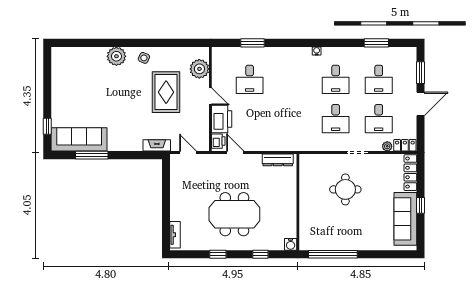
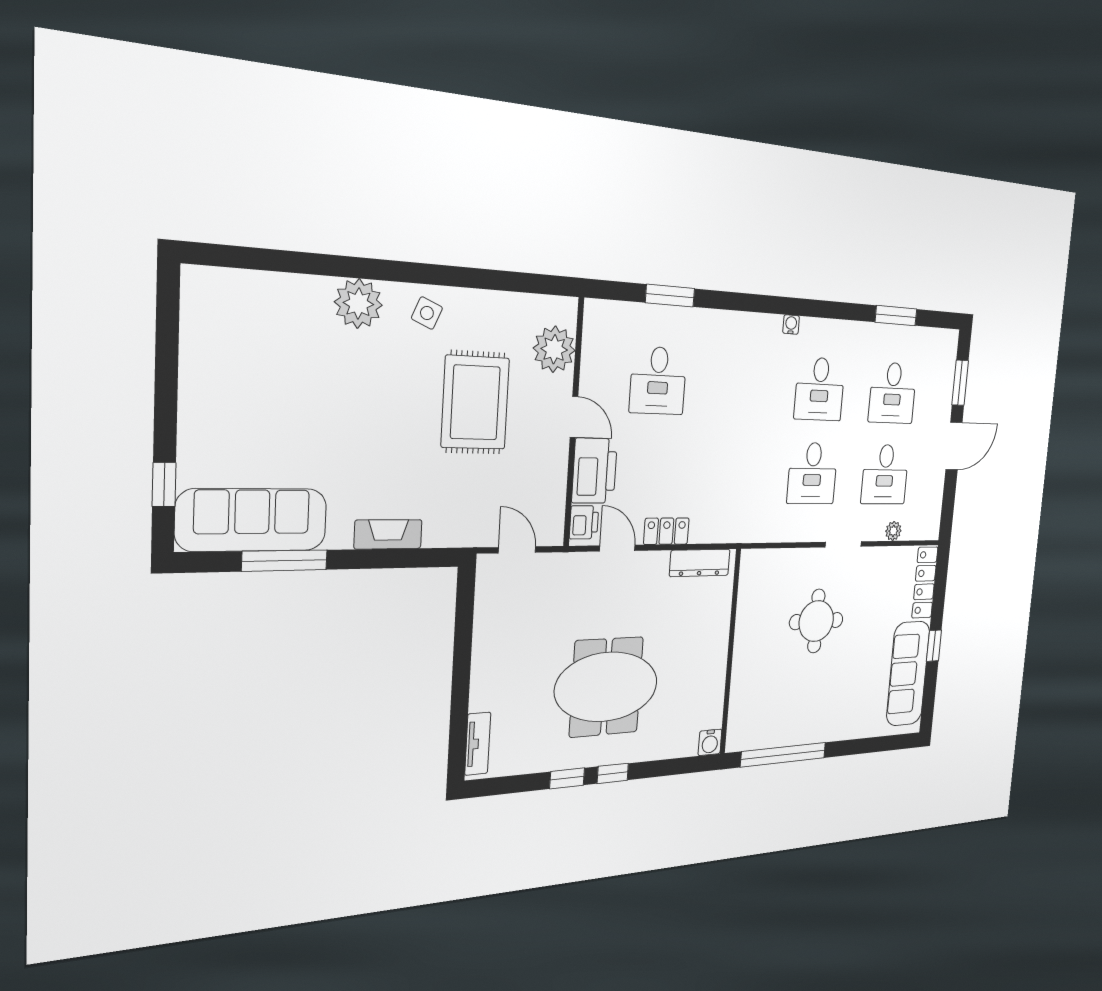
fireplace: (157, 145) -> (388, 534), moved
locker: (405, 145) -> (666, 531), moved
window: (260, 254) -> (613, 773), moved

